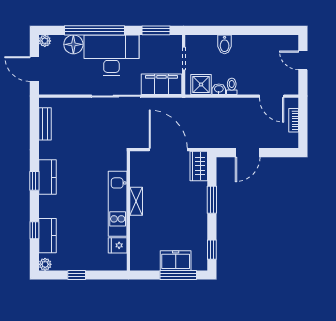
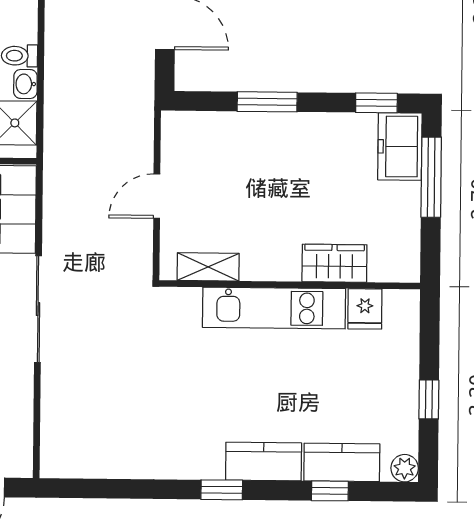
bench: (45, 124) -> (97, 465), removed
door: (168, 150) -> (157, 196), width x0.53
wardrobe: (199, 166) -> (334, 263), moved, turned 180
kitchen counter: (47, 177) -> (264, 462), moved
shelving: (136, 201) -> (208, 267), moved
freezer: (176, 261) -> (400, 147), moved

